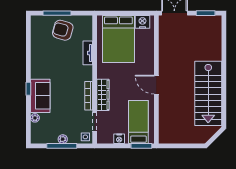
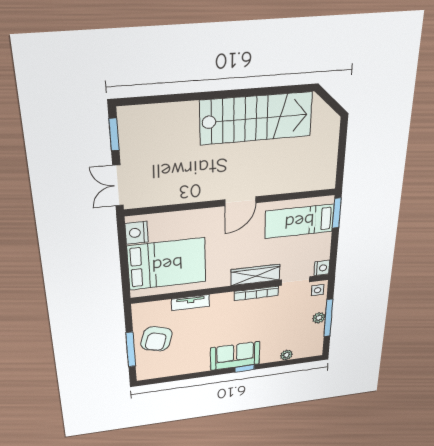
sofa: (40, 96) -> (235, 356), moved
nightstand: (119, 139) -> (322, 268), moved

